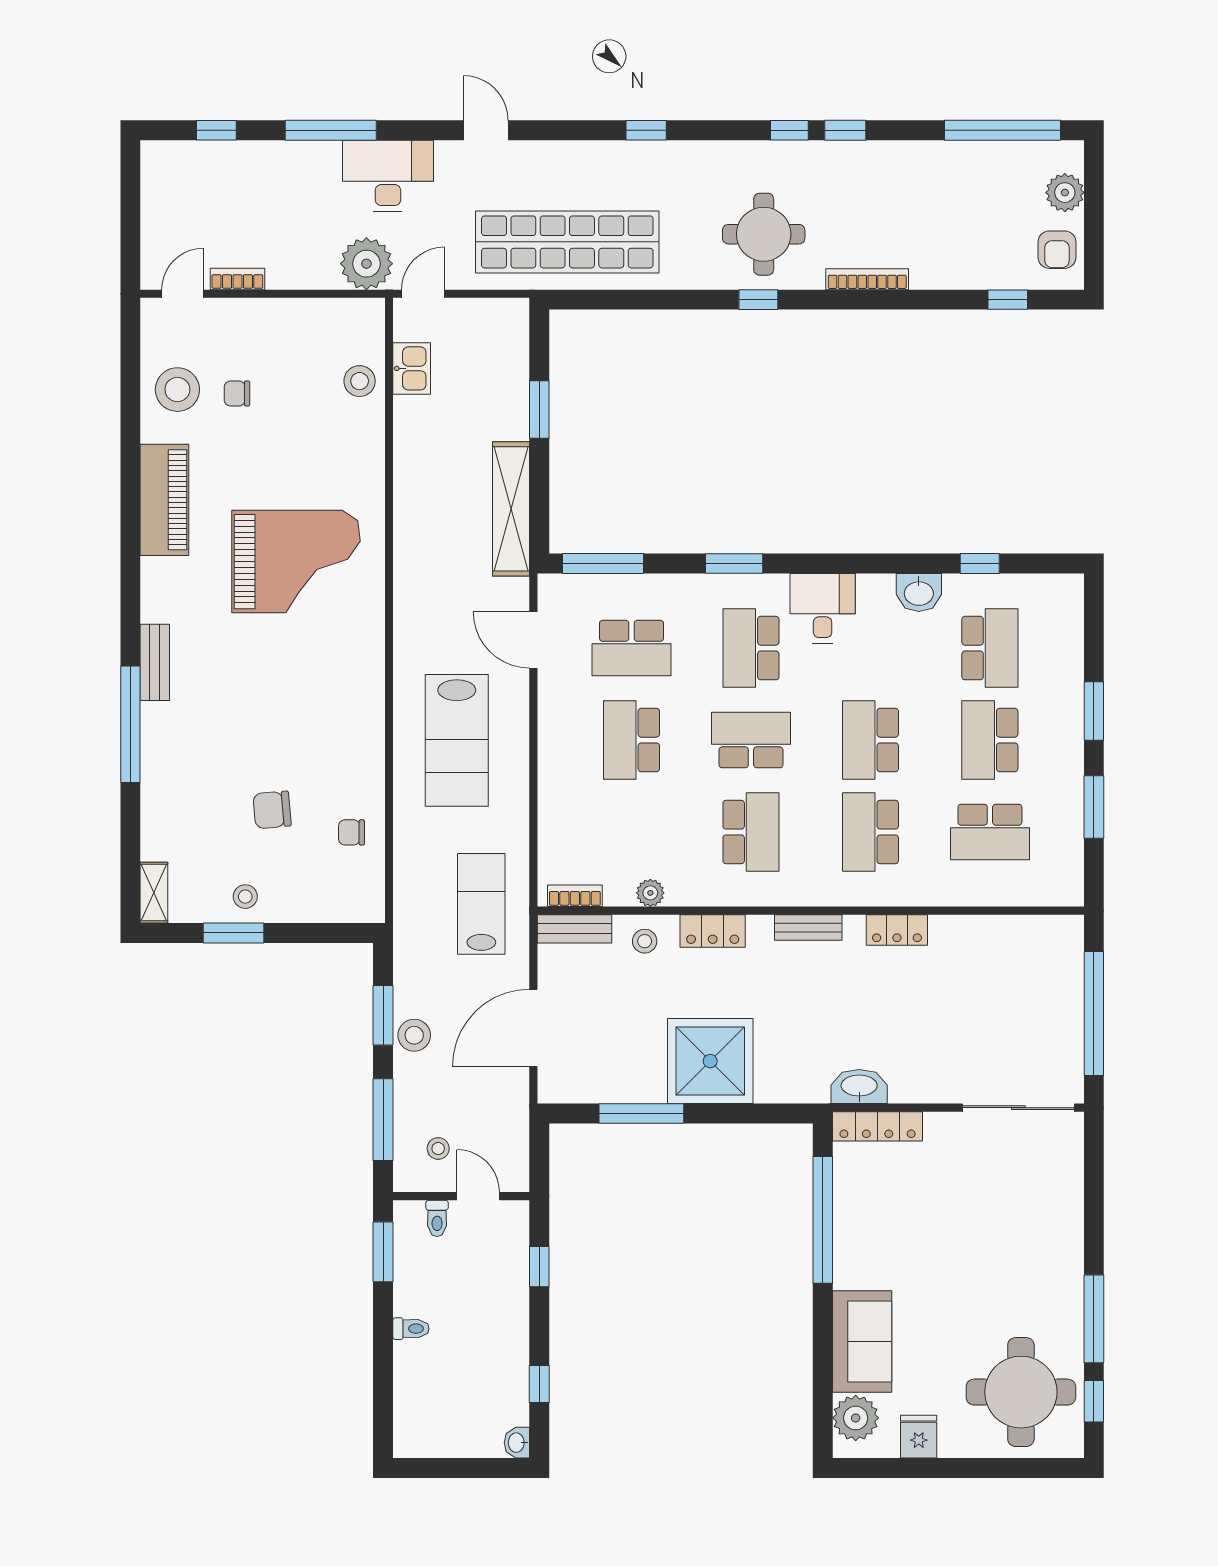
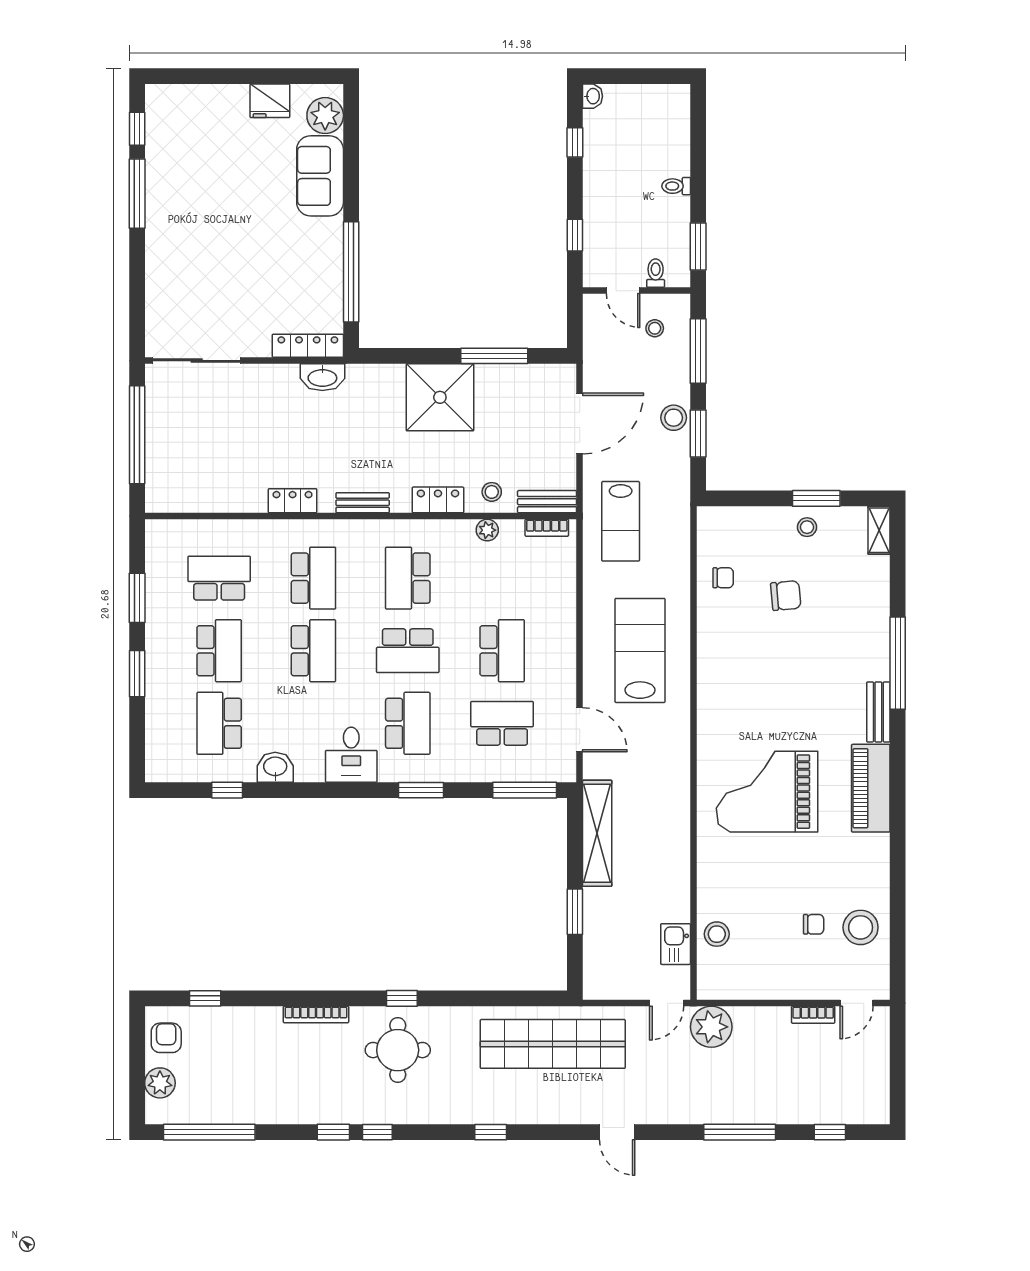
desk: (388, 176) -> (694, 1096), removed
piano: (164, 500) -> (871, 788), moved
round table: (1021, 1392) -> (195, 136), removed
fridge: (919, 1437) -> (270, 101), width x1.38

